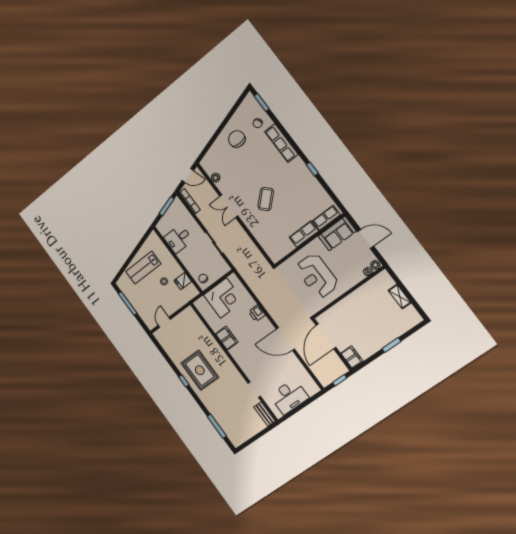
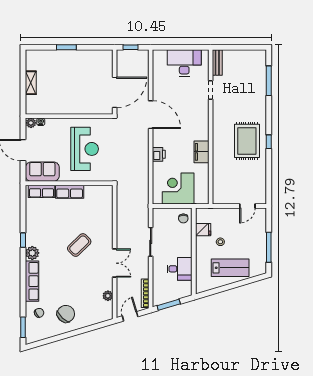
chair: (237, 139) -> (66, 314), turned -137
plant: (298, 165) -> (32, 253), added
door: (188, 175) -> (130, 316), hinge flipped
filing cabinet: (352, 357) -> (106, 60), removed

